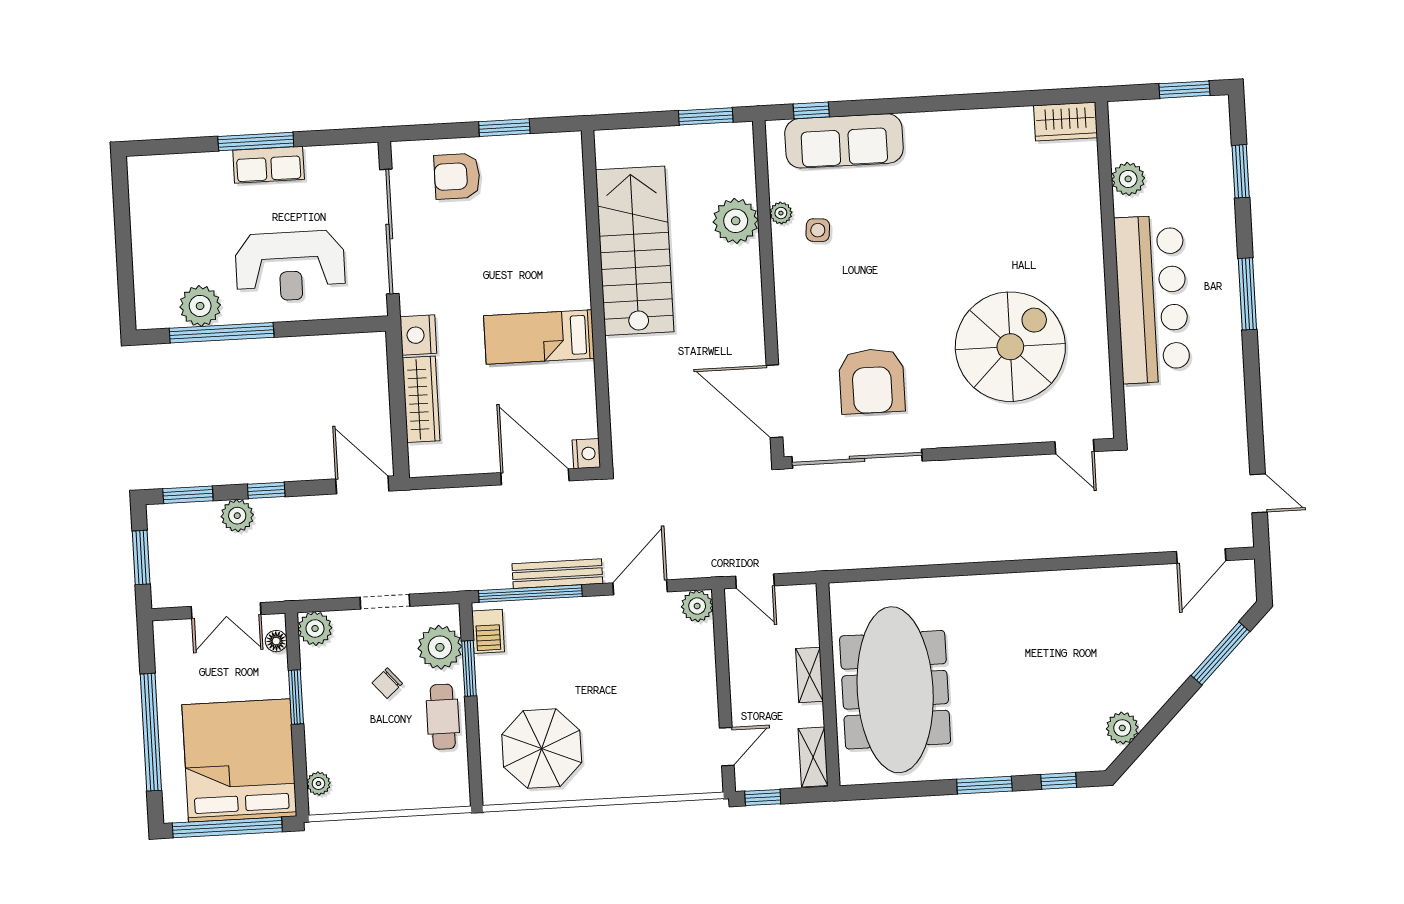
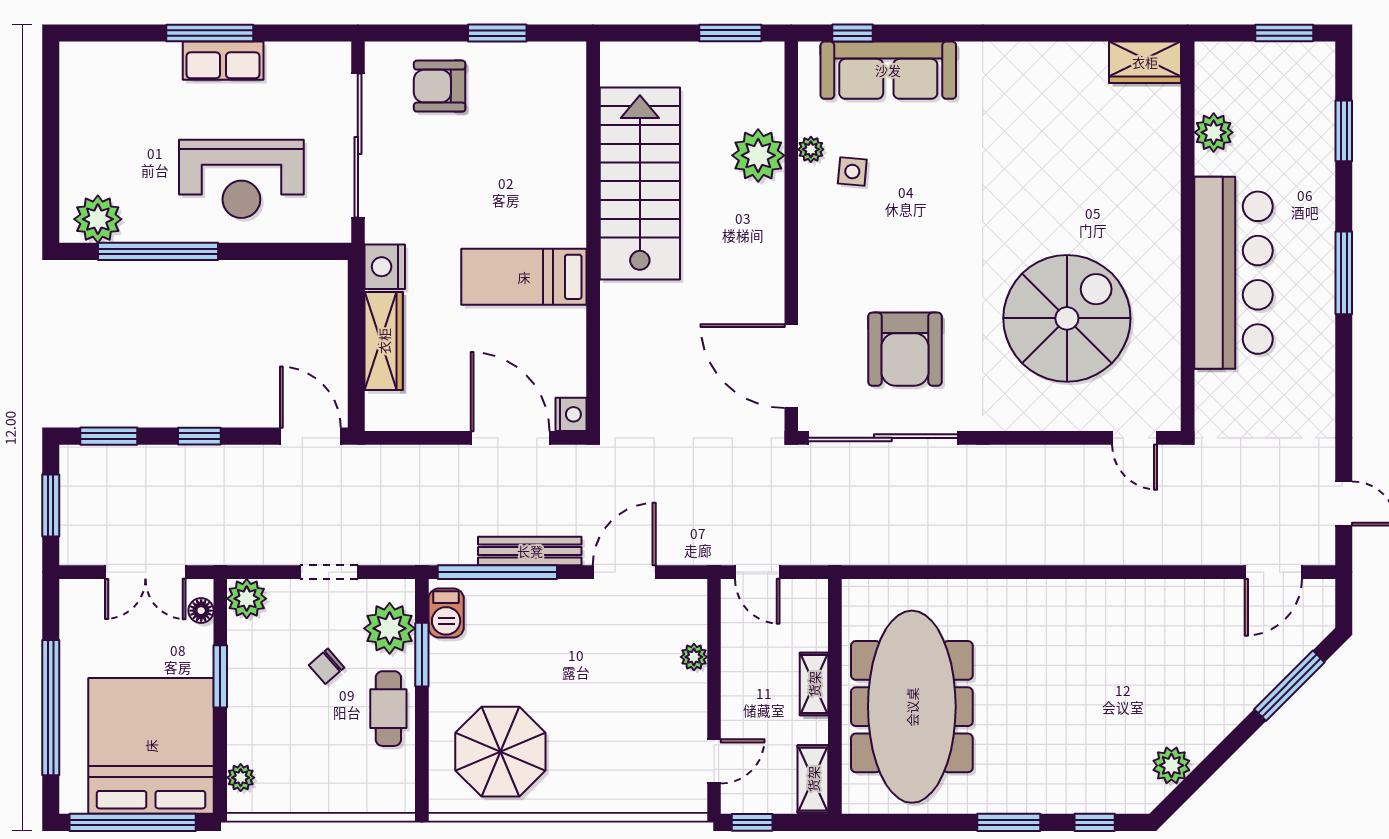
plant: (200, 306) -> (98, 219), moved
plant: (237, 516) -> (164, 463), removed
plant: (697, 606) -> (694, 657), moved, width x0.73, depth x0.73

